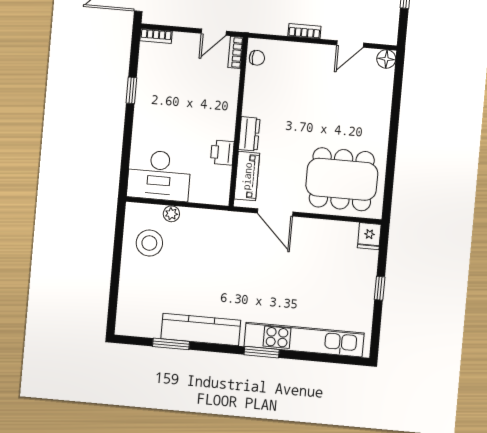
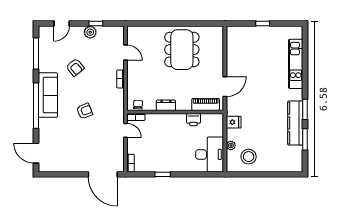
floor lamp: (386, 59) -> (132, 31), removed
dresser: (249, 134) -> (166, 105), moved
dining table: (342, 179) -> (182, 50), moved
fridge: (369, 236) -> (234, 122), moved
kitchen unit: (304, 340) -> (296, 64), width x0.73
window: (262, 352) -> (305, 109), moved

